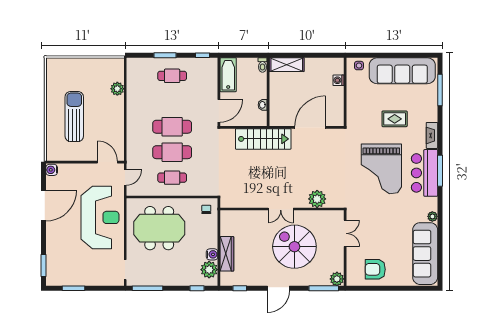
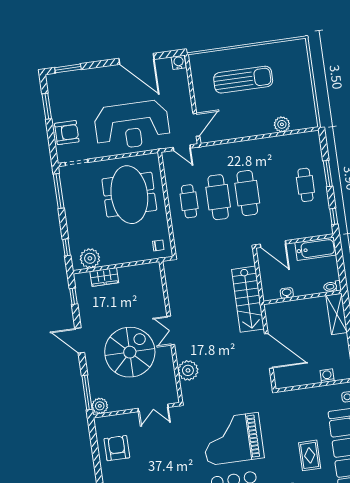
rug: (395, 119) -> (310, 455), moved
water cooler: (212, 254) -> (108, 259), removed
wardrobe: (227, 254) -> (104, 277), width x0.67
armchair: (98, 274) -> (67, 133), added

